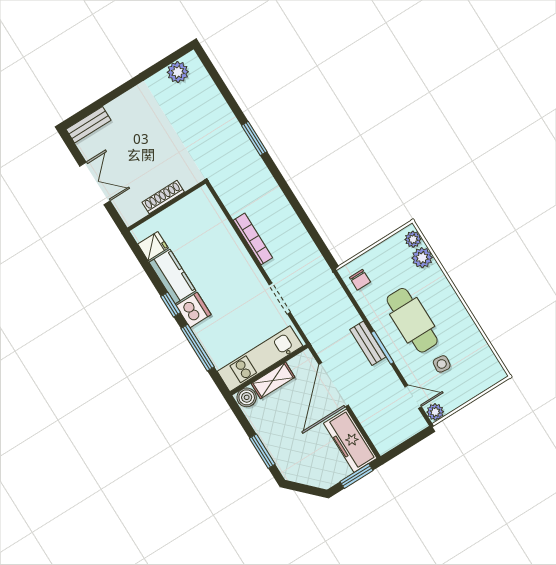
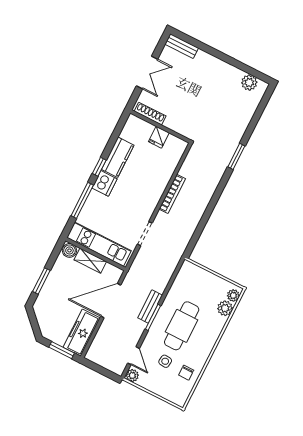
shoe rack: (163, 197) -> (150, 114), moved
fridge: (153, 246) -> (159, 137), moved, turned 90
chair: (360, 280) -> (186, 373), moved

